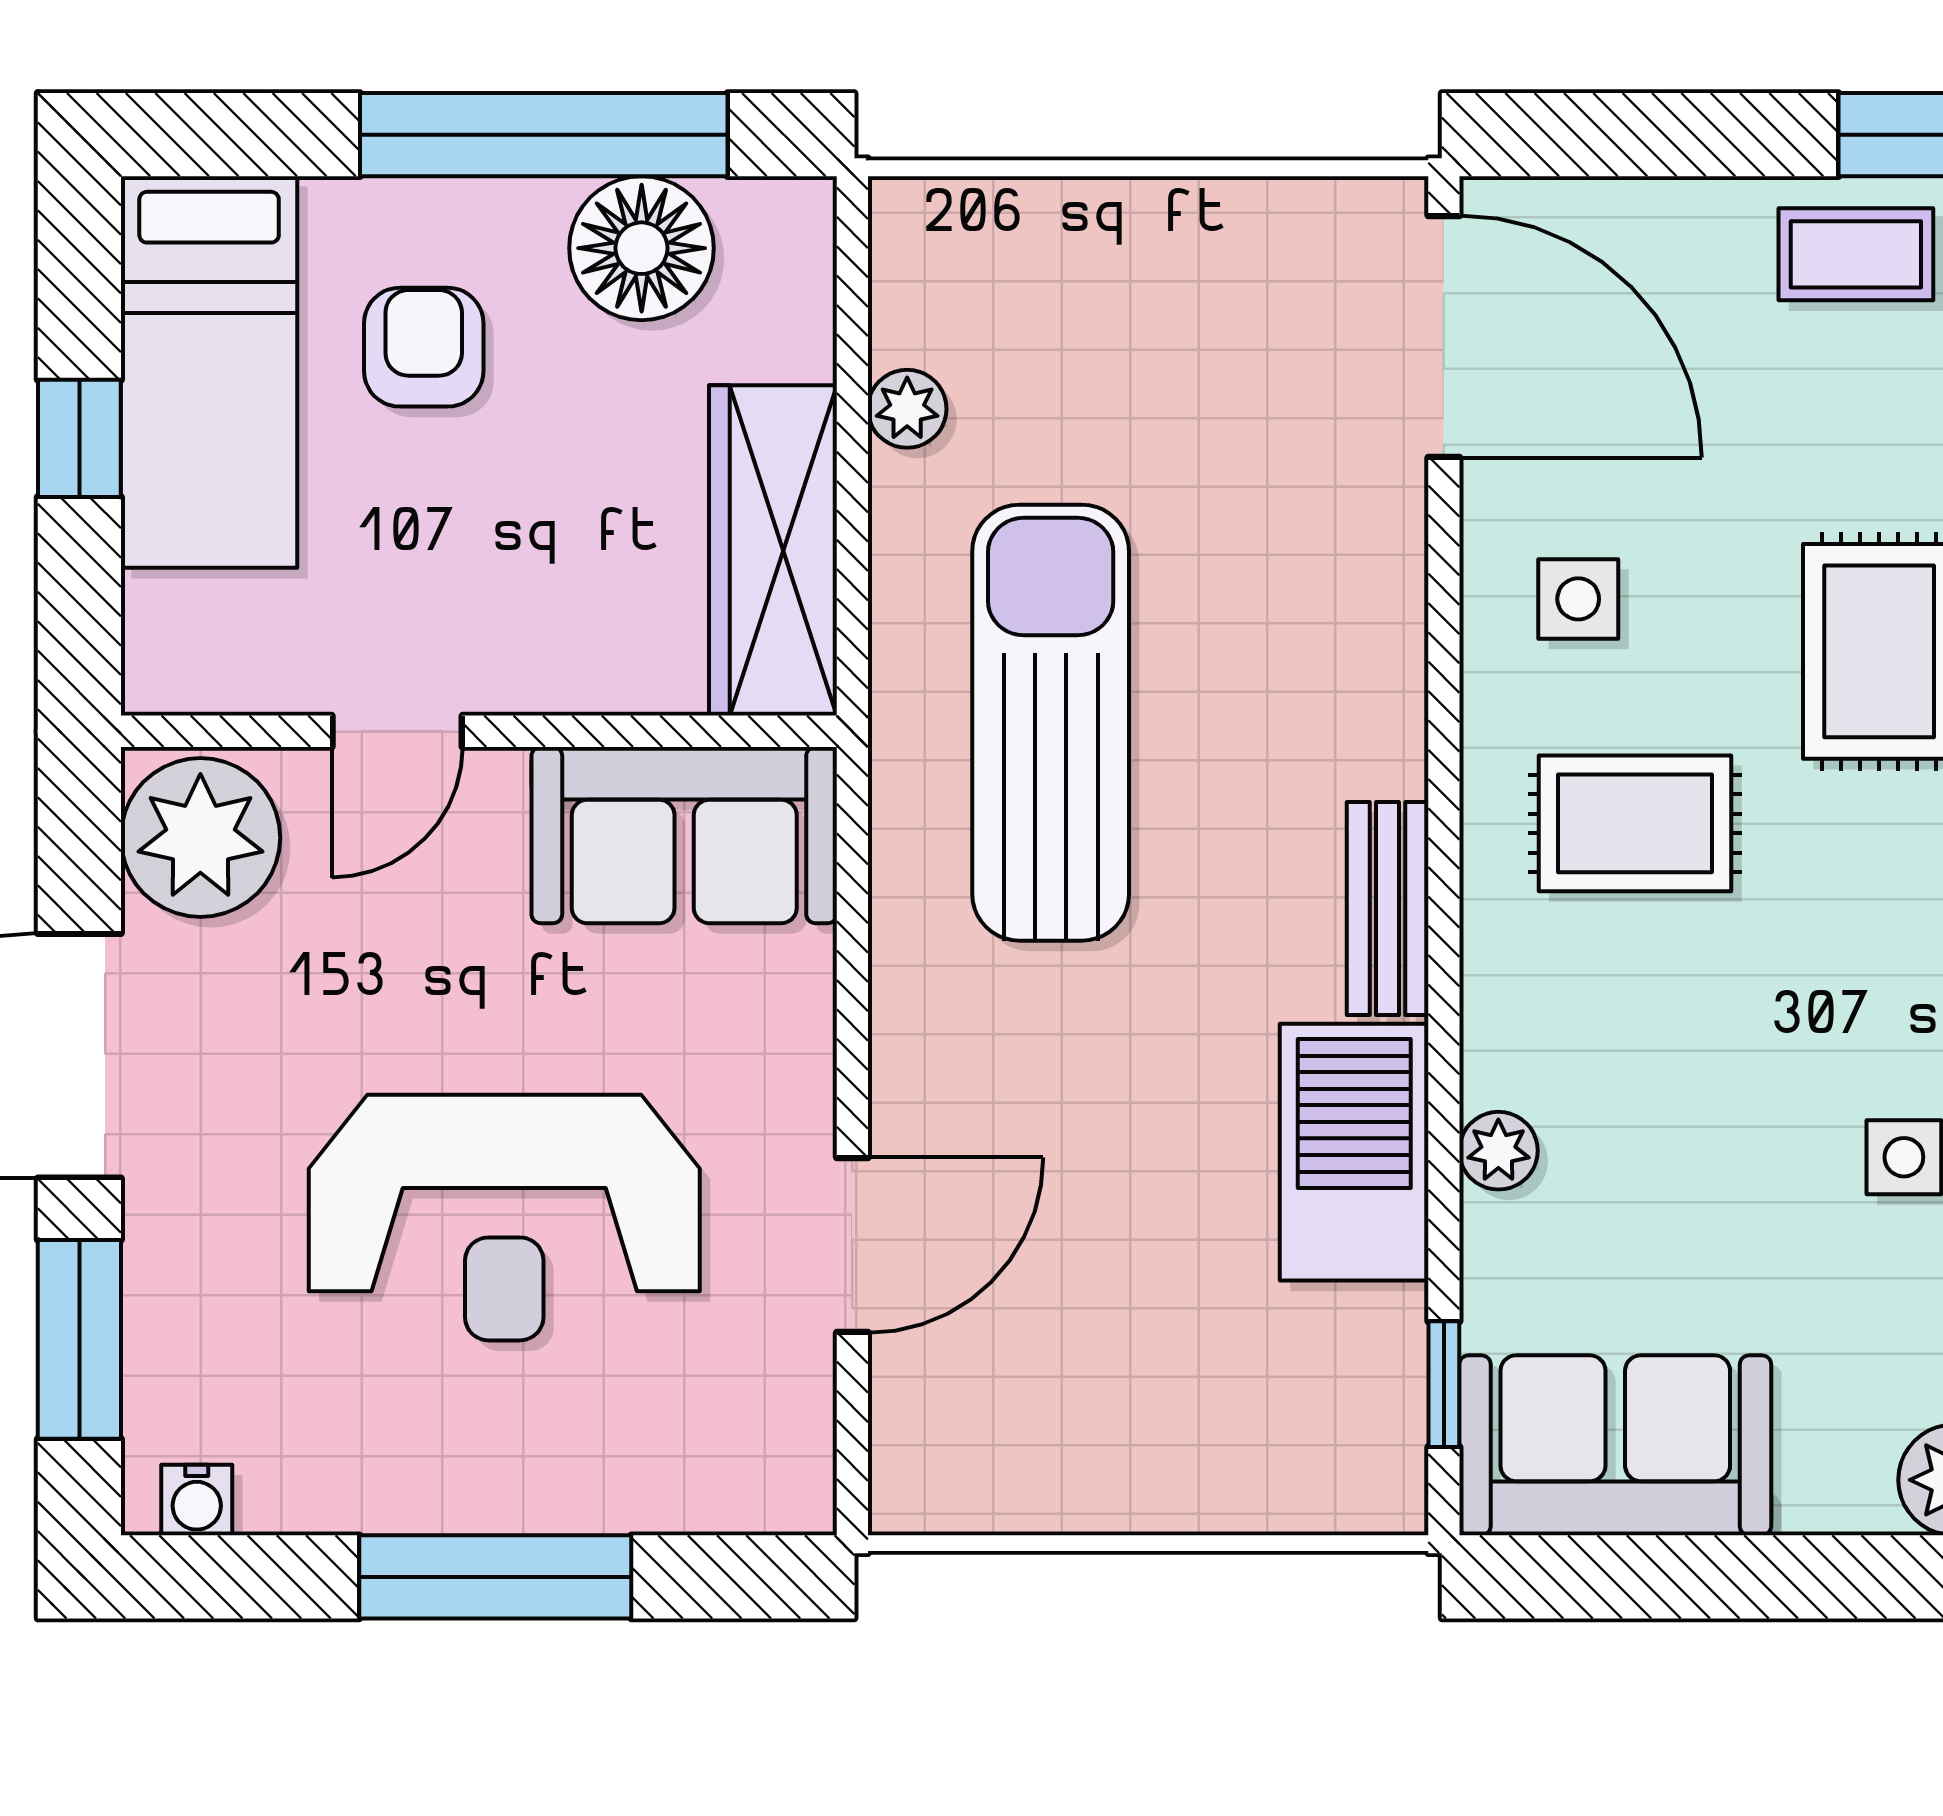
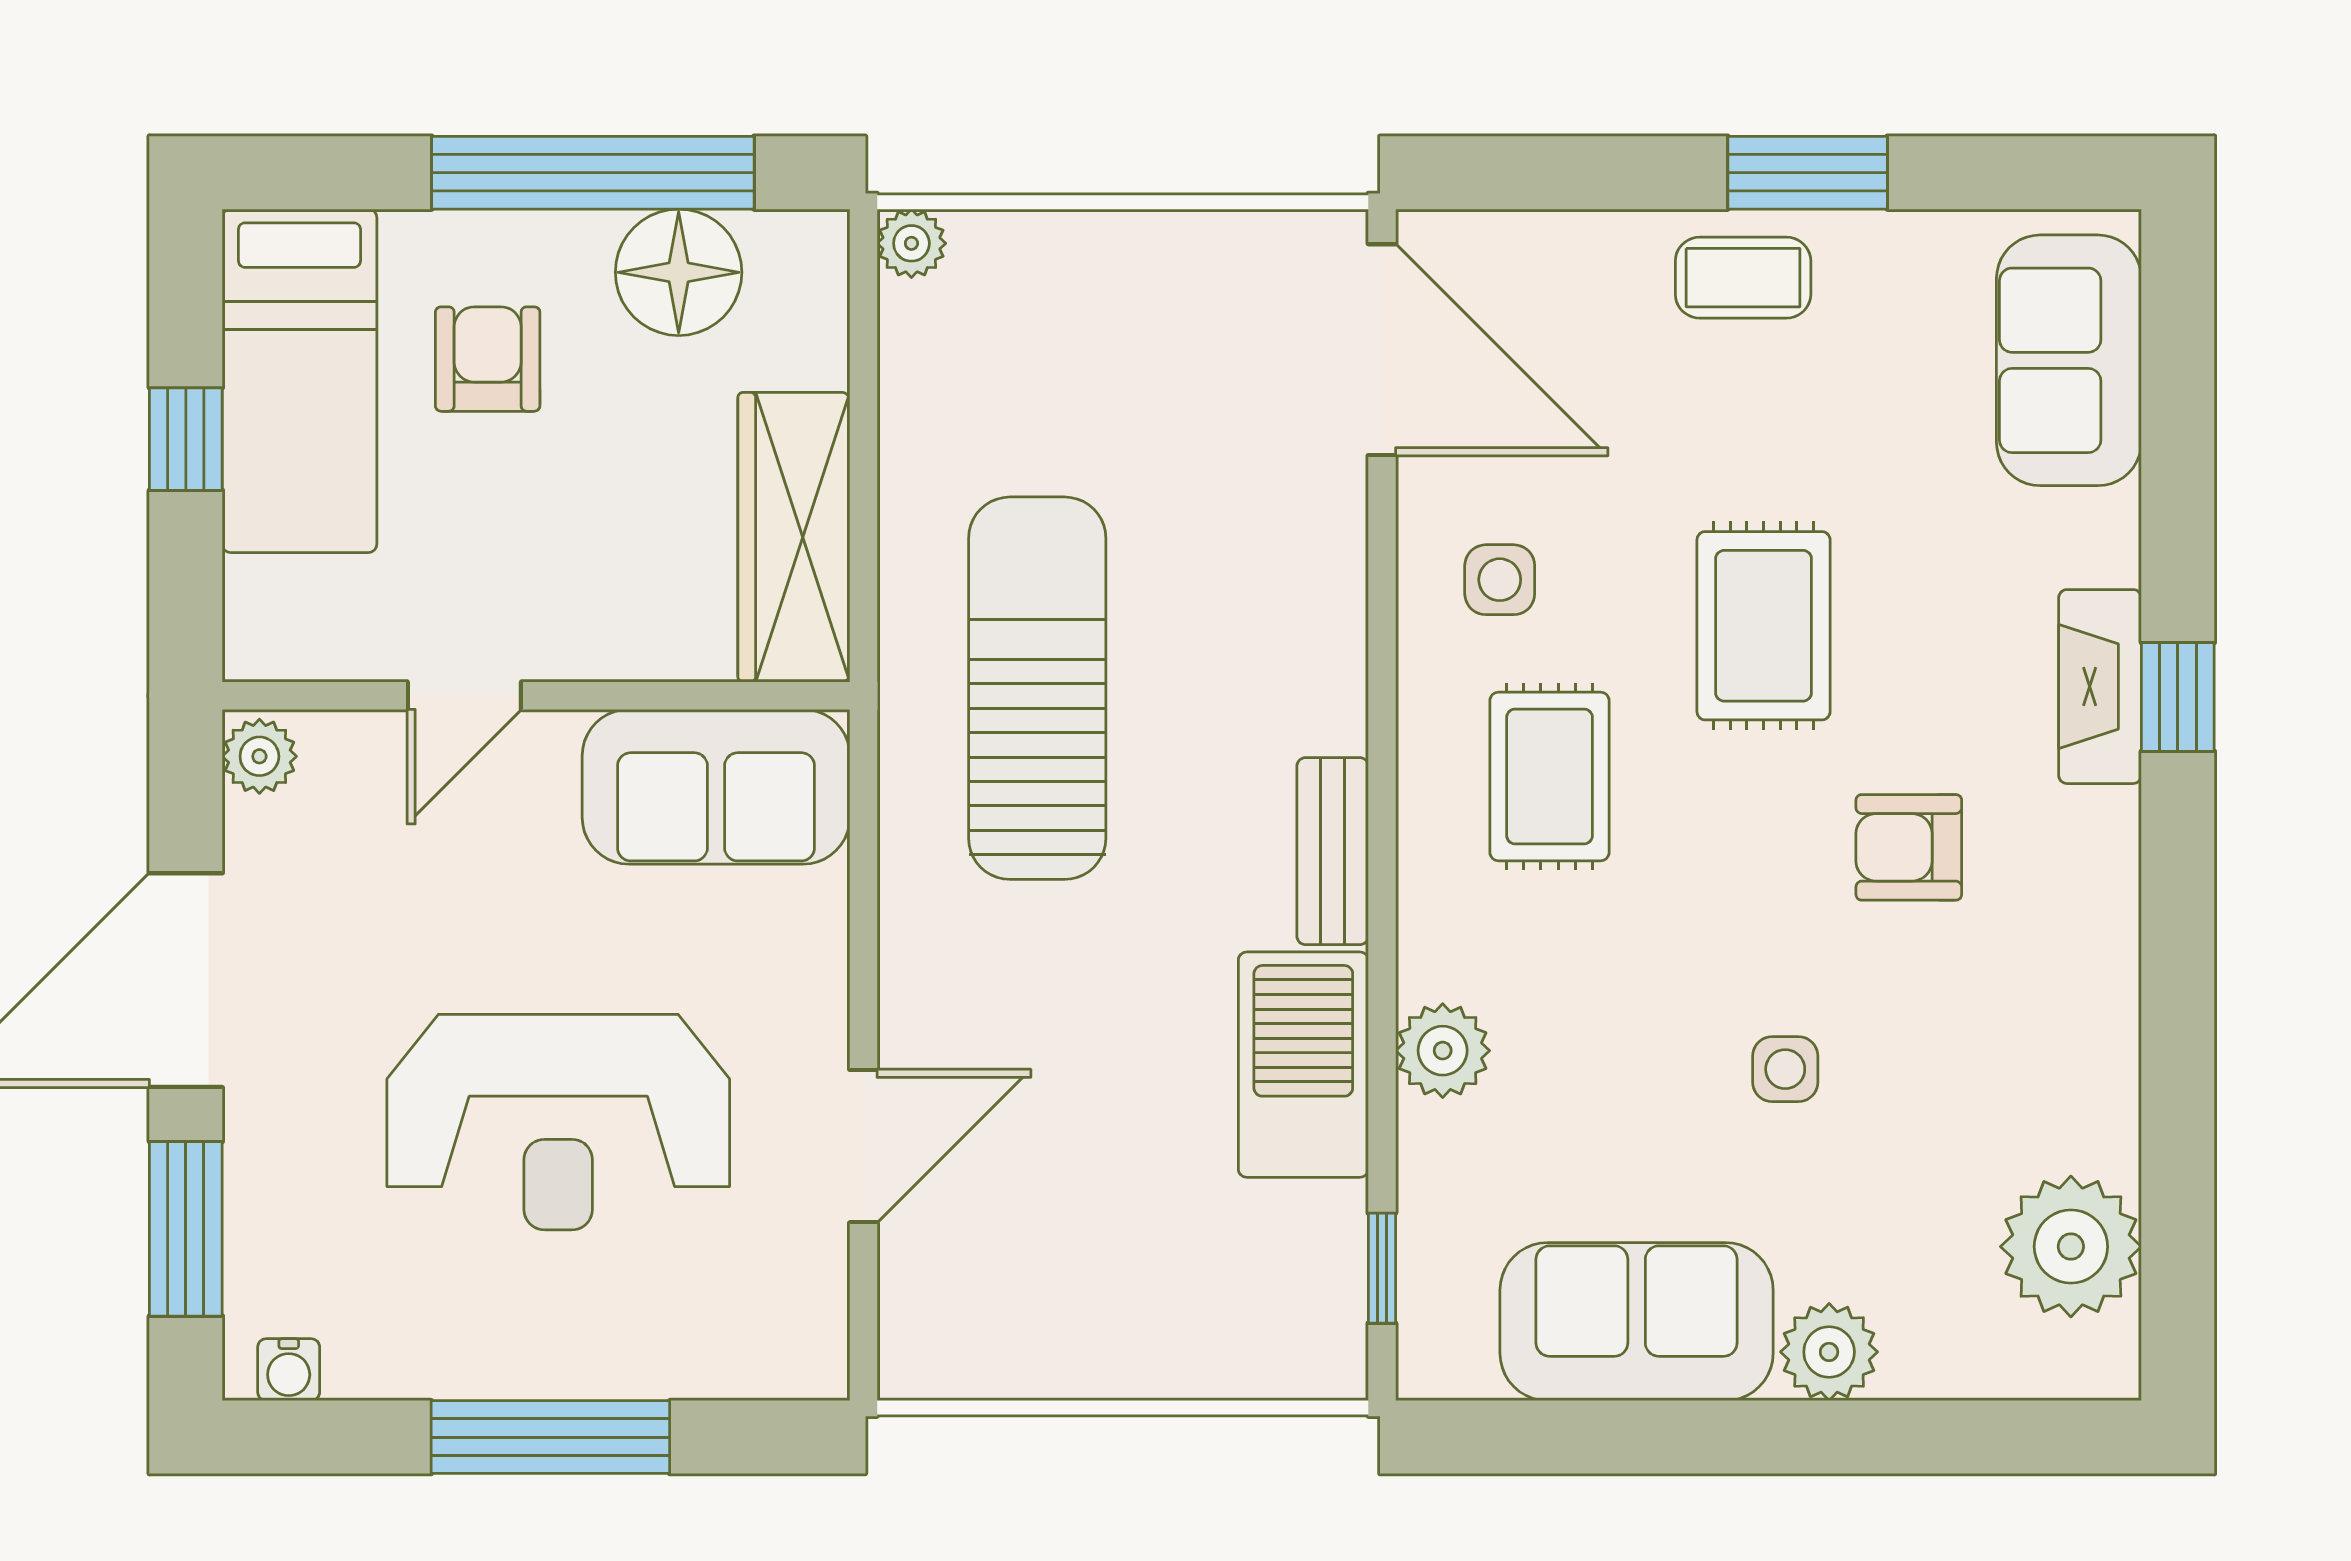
plant: (907, 409) -> (911, 243), moved
rug: (1635, 823) -> (1550, 776), turned 90
plant: (200, 838) -> (259, 756), width x0.53, depth x0.53
plant: (1498, 1151) -> (1443, 1051), width x1.38, depth x1.38
sofa: (1615, 1445) -> (1637, 1322), moved

